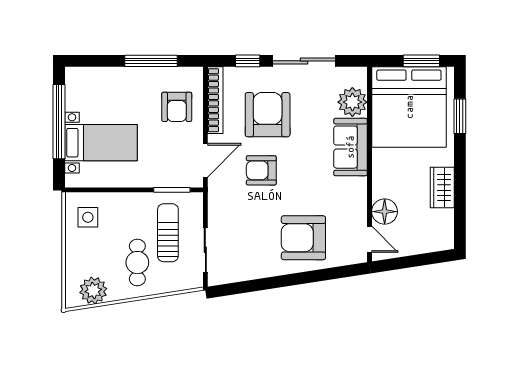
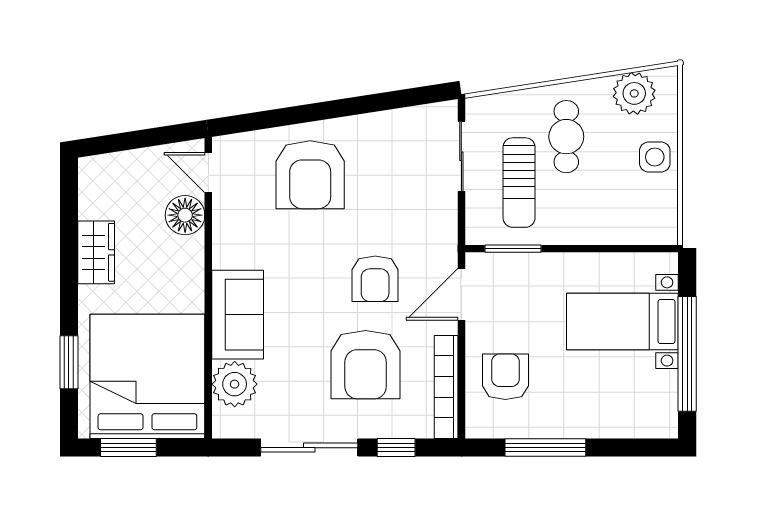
armchair: (261, 170) -> (375, 279), turned 90
side table: (88, 217) -> (655, 157), moved
armchair: (303, 238) -> (310, 175), turned 90

